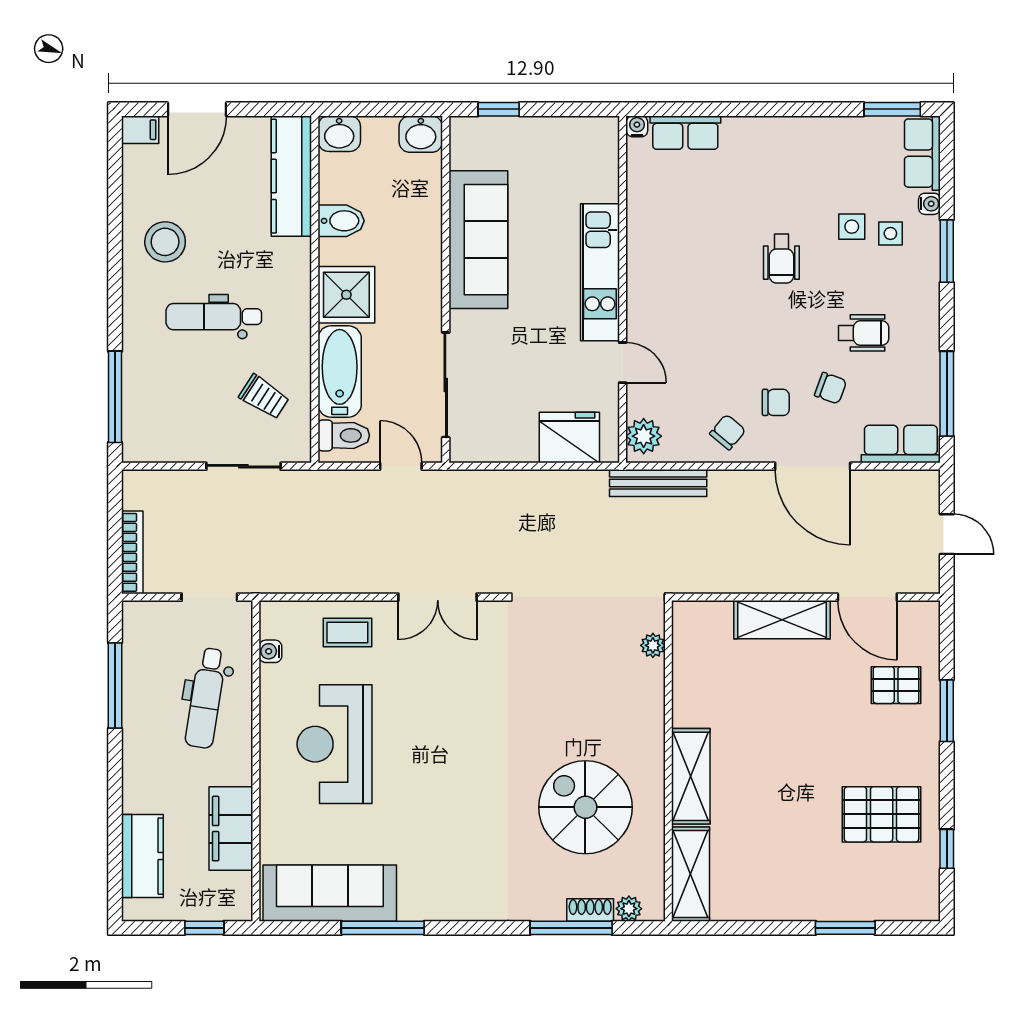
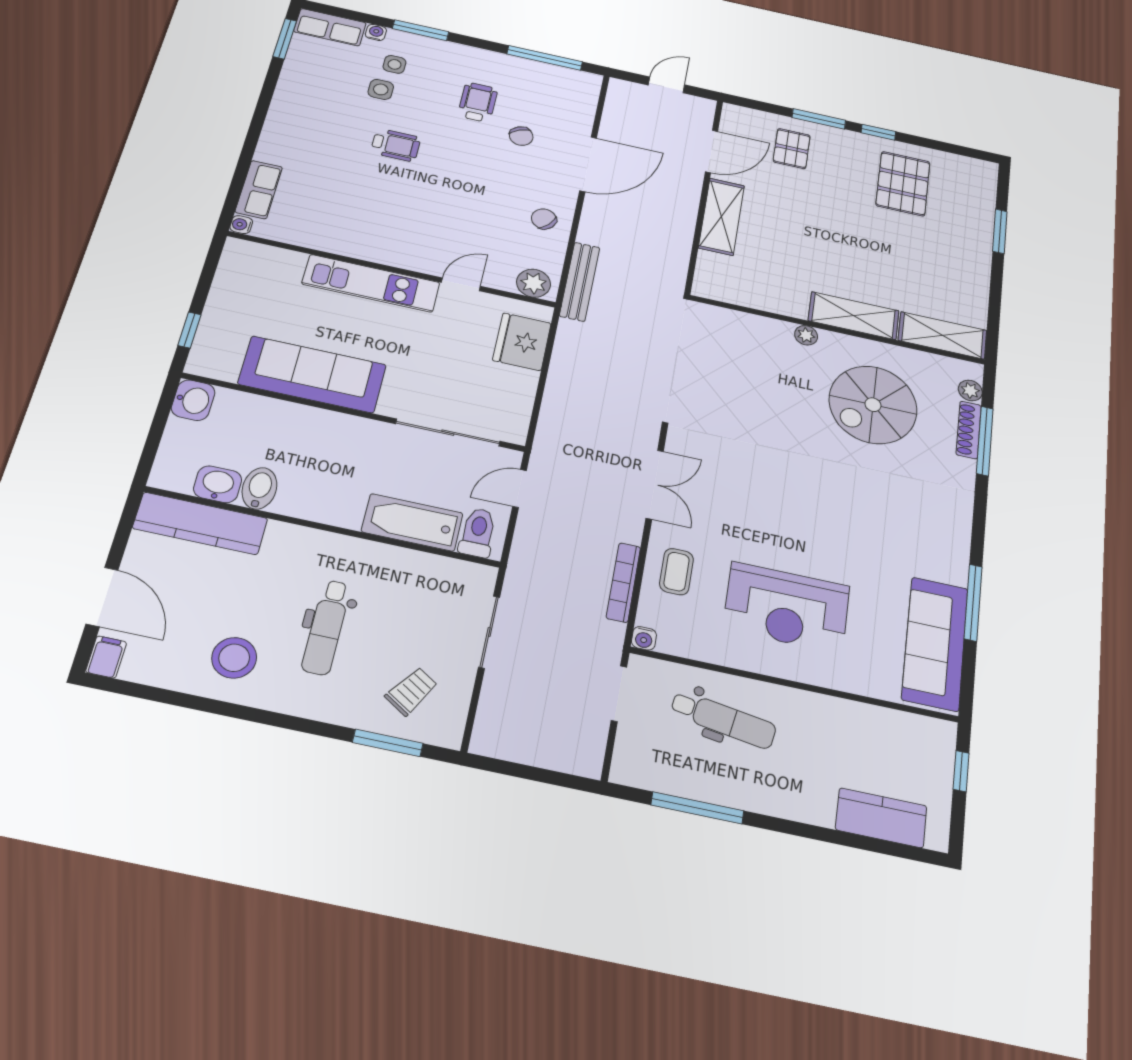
washbasin: (339, 134) -> (218, 484), moved, turned -90
shower: (346, 295) -> (336, 500), removed
chair: (831, 388) -> (521, 136), turned 134
window: (115, 397) -> (388, 743), width x0.69
trolley: (264, 397) -> (411, 691), moved
chair: (776, 402) -> (525, 178), removed
row of seats: (901, 444) -> (582, 99), removed
bookcase: (132, 552) -> (623, 582), moved, turned -90
plant: (653, 645) -> (806, 335), moved
water cooler: (270, 651) -> (644, 638), moved
filing cabinet: (231, 829) -> (861, 723), removed
window: (947, 849) -> (878, 132), moved
shoe rack: (590, 910) -> (969, 430), width x1.43

